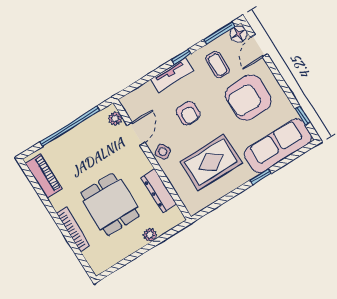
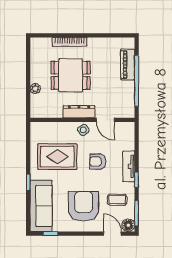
plant: (115, 119) -> (123, 113), removed
rug: (211, 162) -> (57, 157), turned 90
piano: (44, 176) -> (128, 65), moved, turned 90
dresser: (159, 191) -> (79, 112), moved

